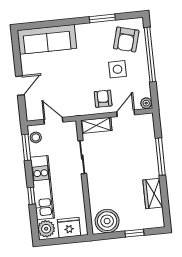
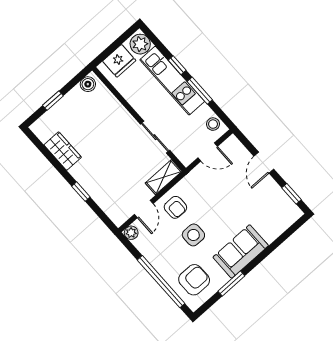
sofa: (47, 39) -> (241, 251), moved, width x0.73
armchair: (126, 40) -> (194, 280), turned 75
window: (16, 50) -> (292, 194), added
side table: (118, 69) -> (193, 235), moved
window: (26, 147) -> (200, 91), moved
window: (160, 157) -> (81, 192), width x0.46
boiler: (107, 221) -> (88, 84), width x0.54, depth x0.54

